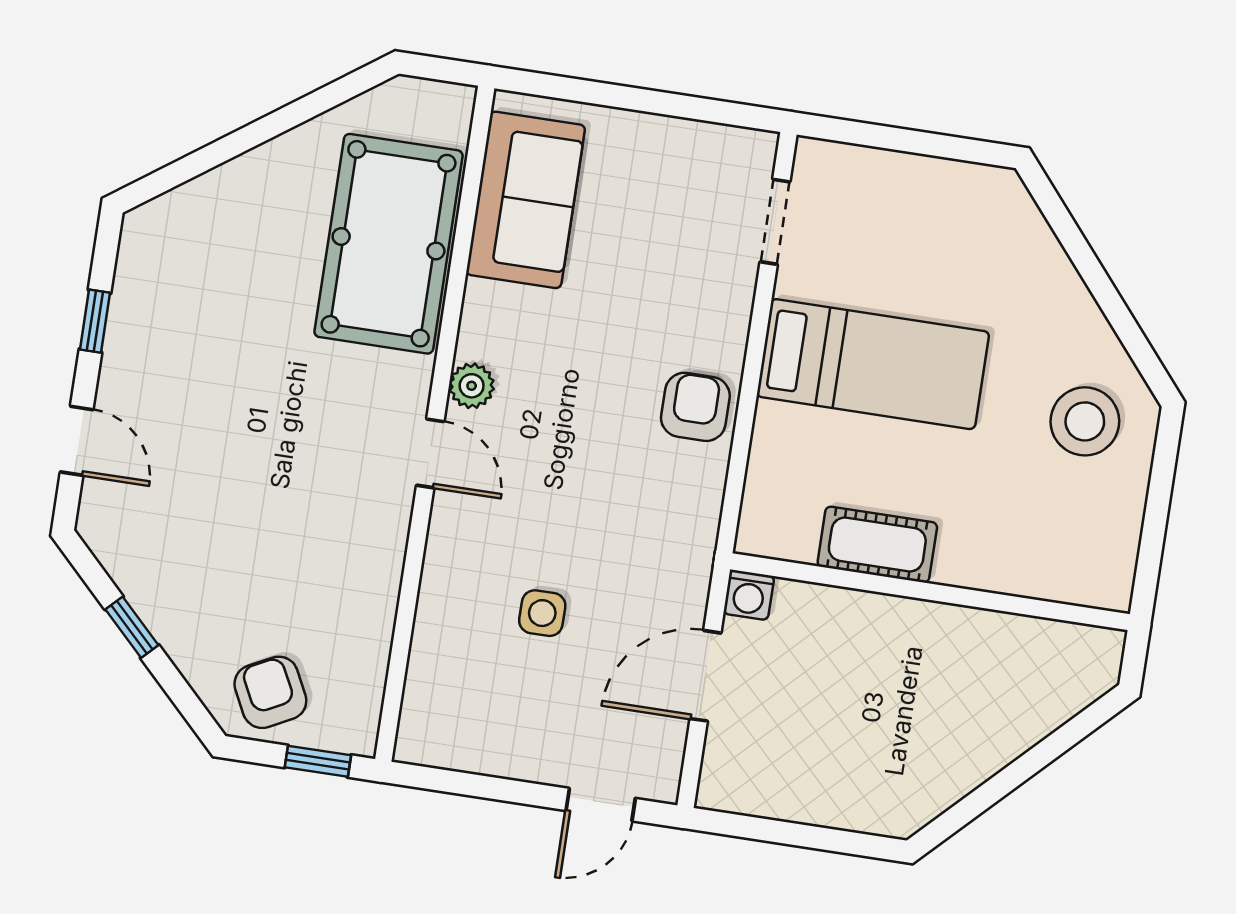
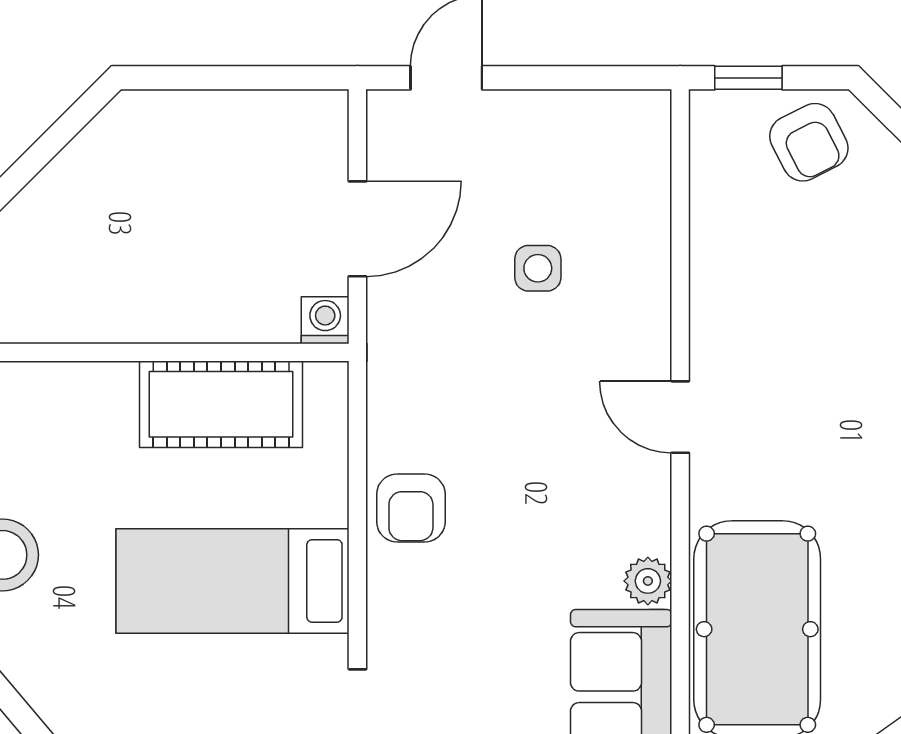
plant: (472, 386) -> (648, 581), moved
cot: (877, 545) -> (221, 404), width x1.37, depth x1.34

